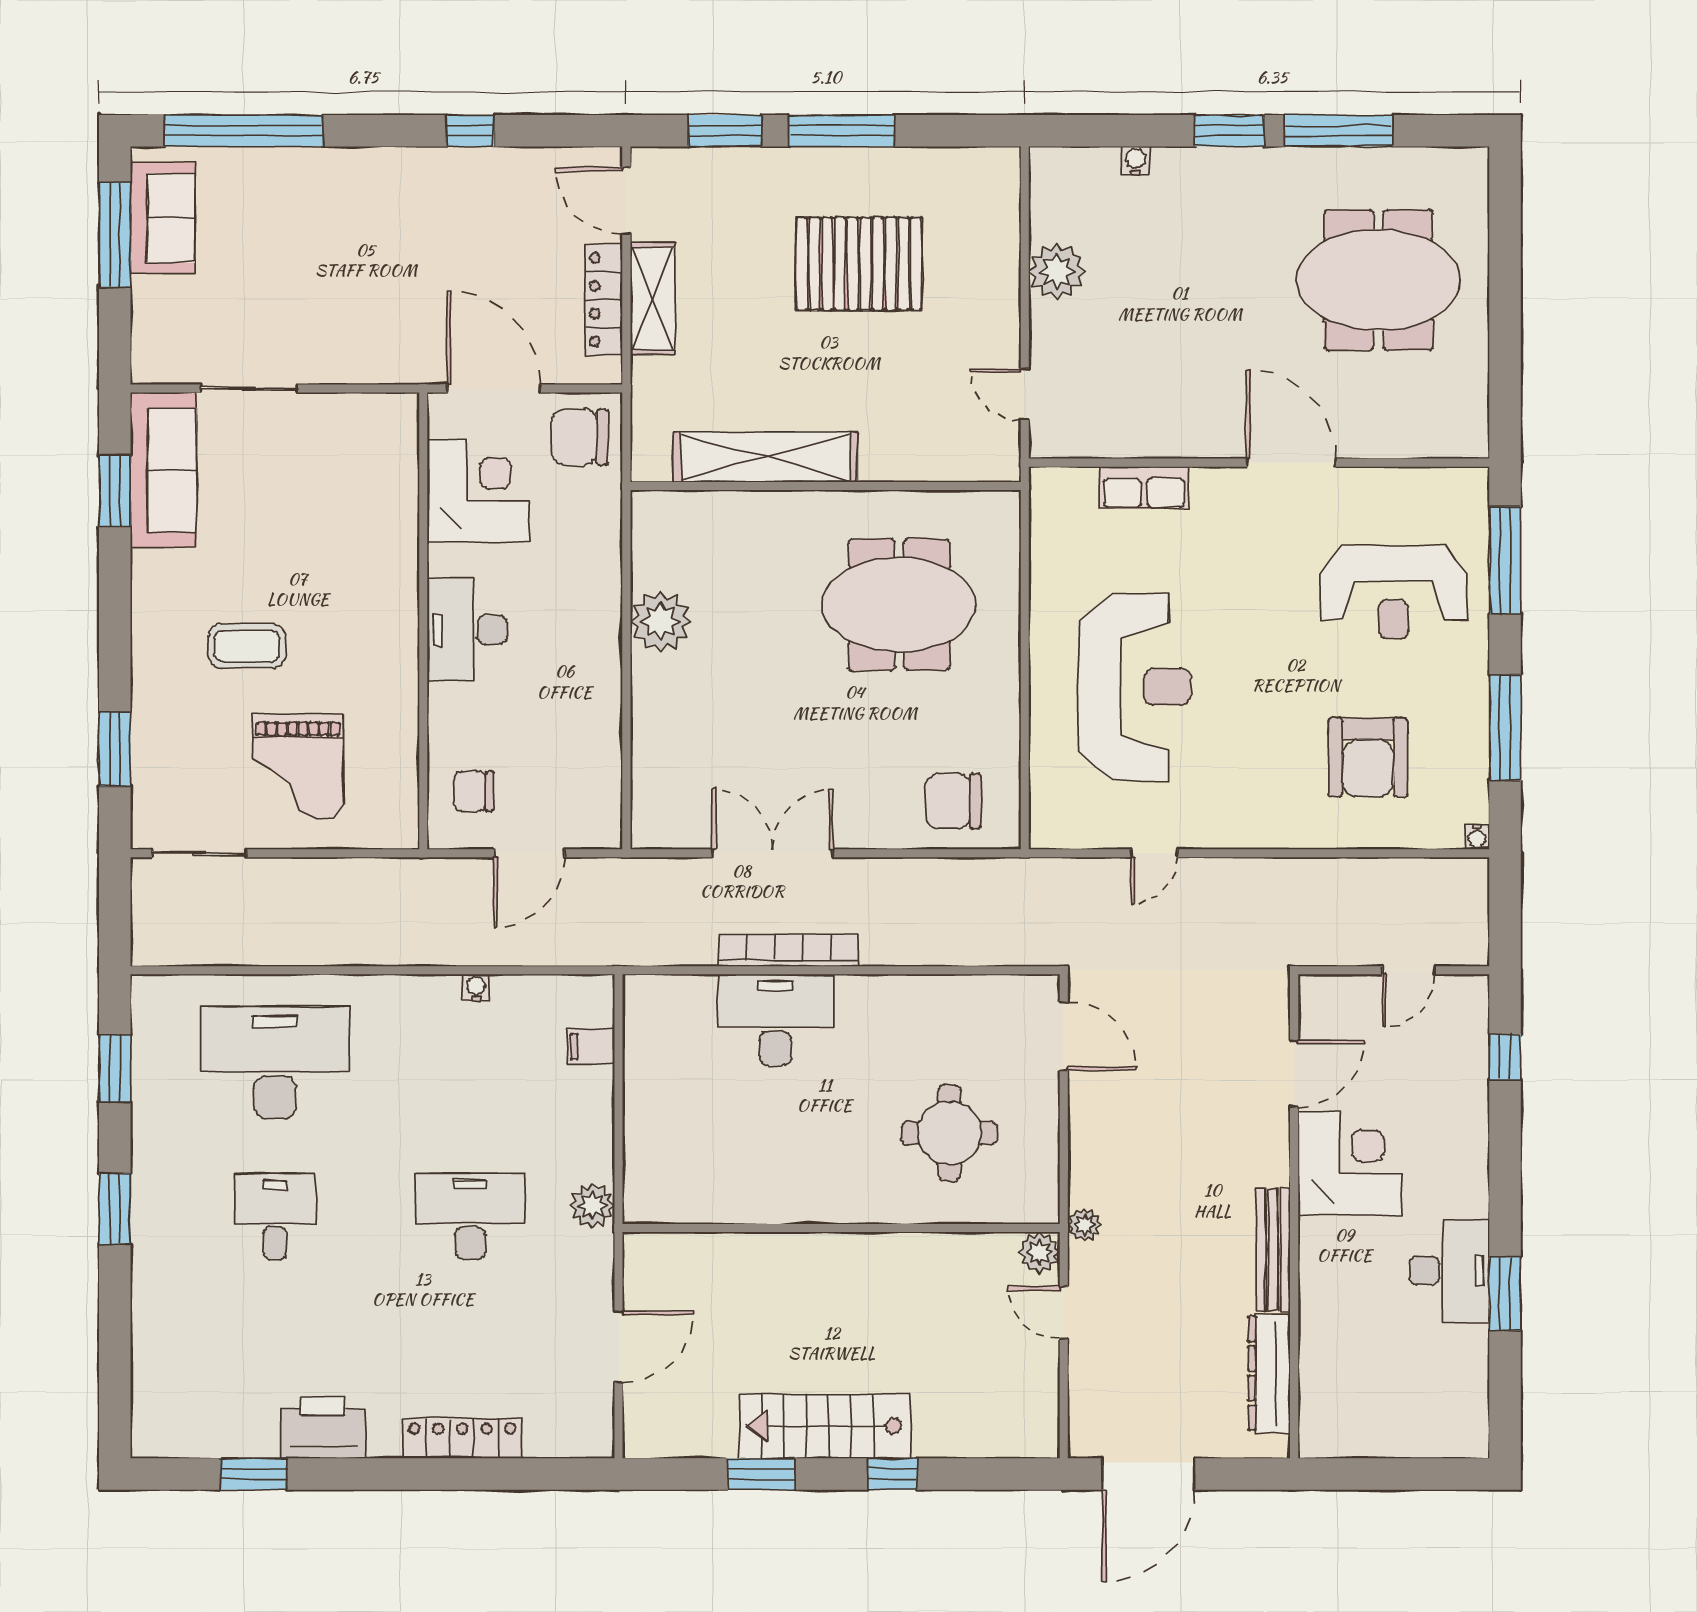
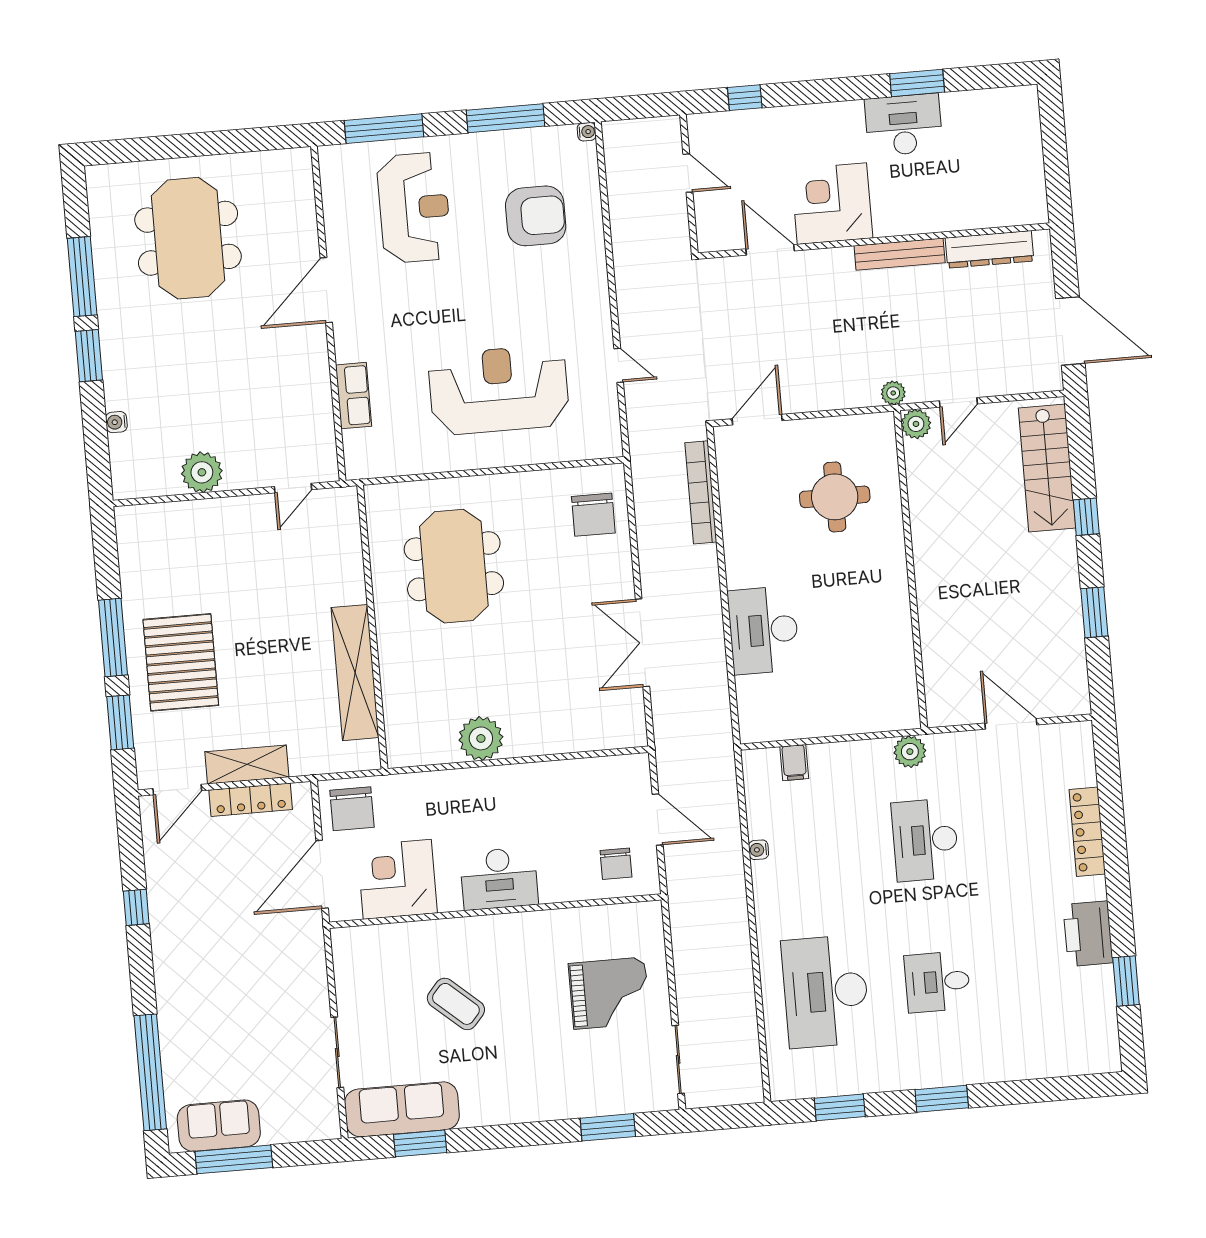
pallet: (859, 264) -> (181, 662), moved
coffee table: (247, 646) -> (456, 1004), moved, turned -49
bookcase: (788, 951) -> (701, 492), moved
stairs: (825, 1426) -> (1047, 468), moved

